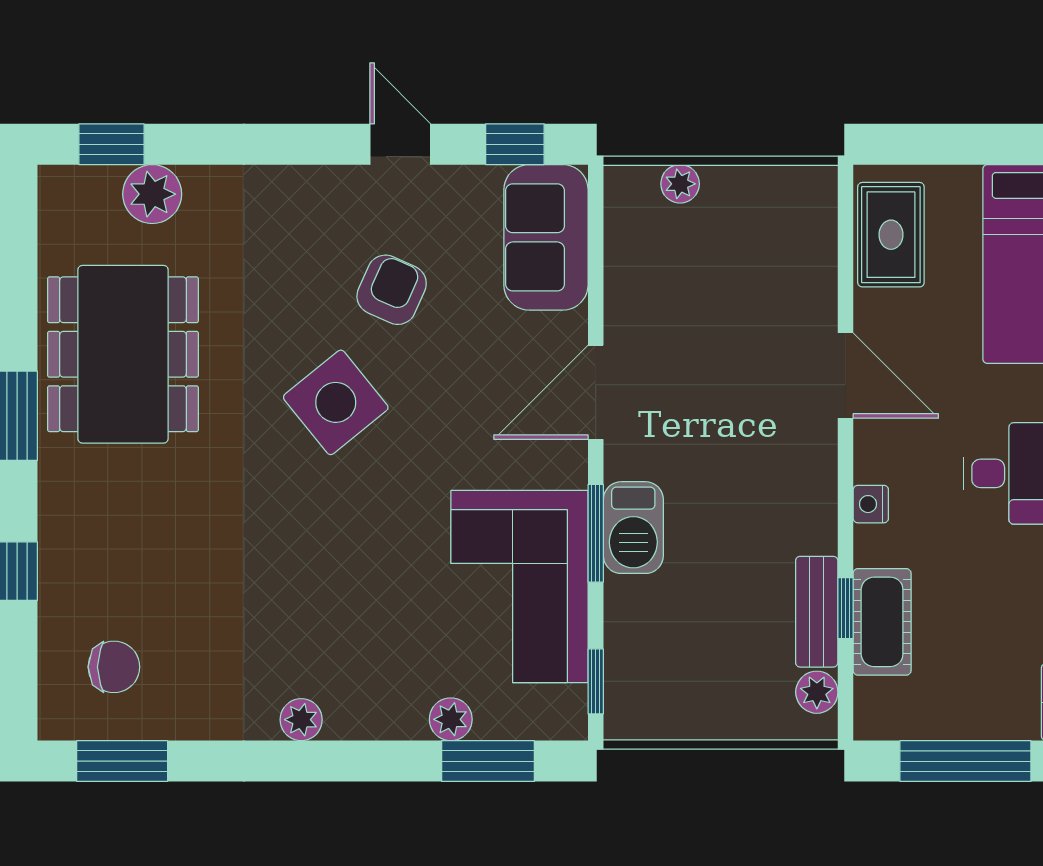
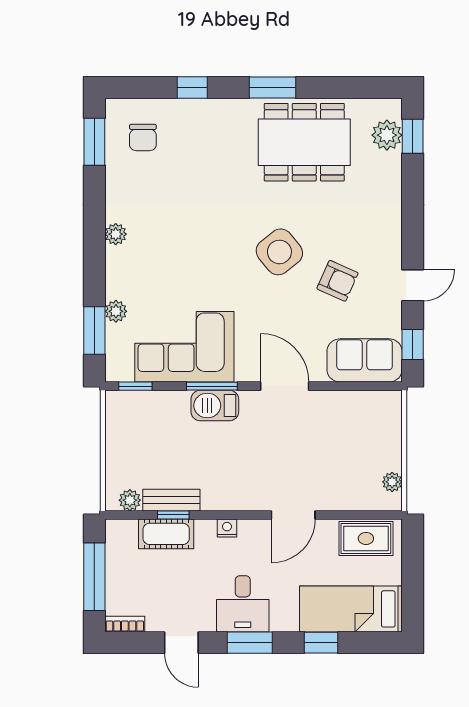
plant: (680, 184) -> (392, 482), moved
plant: (152, 194) -> (387, 135), moved

